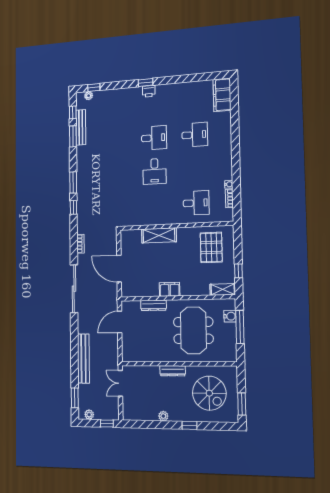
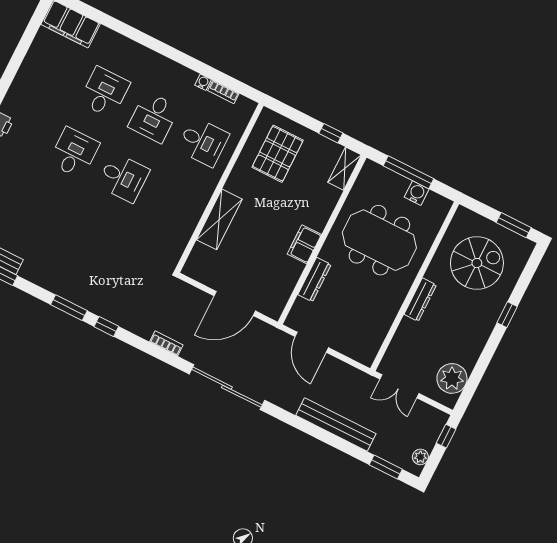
desk: (195, 169) -> (154, 117), added
desk: (196, 203) -> (203, 142), turned 90
pallet: (211, 247) -> (278, 154), turned 90
water cooler: (230, 316) -> (417, 193), moved
plant: (163, 416) -> (452, 378), moved, width x1.88, depth x1.88

